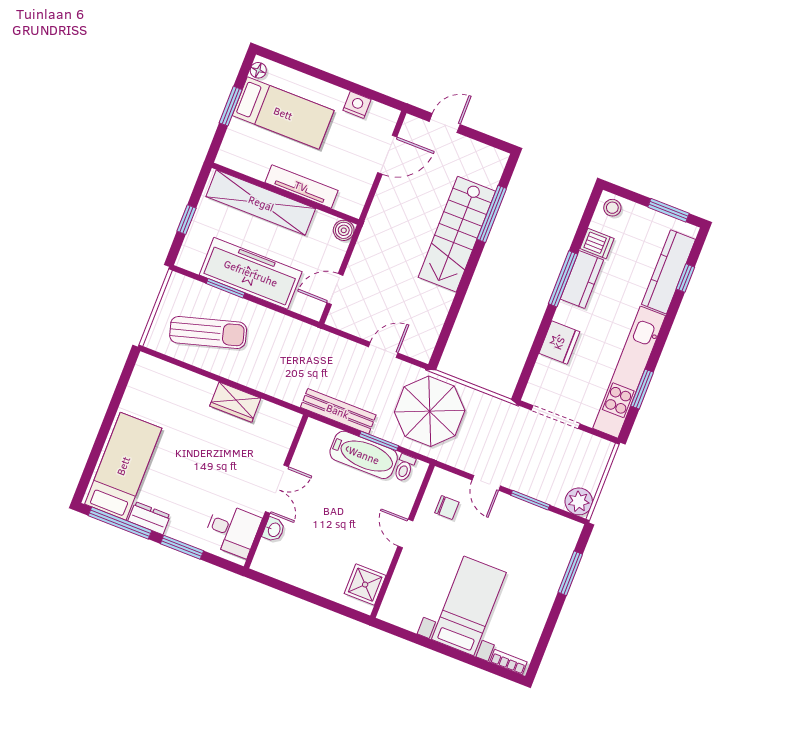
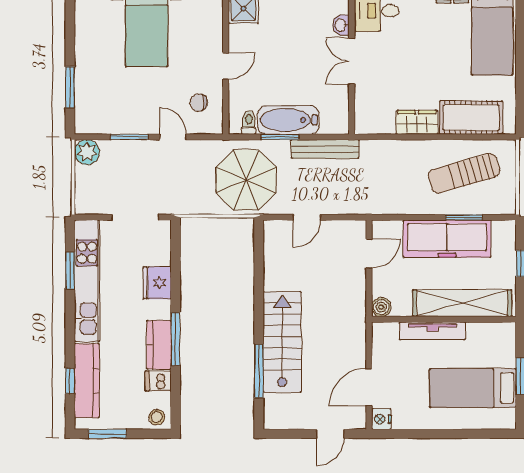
floor lamp: (258, 70) -> (509, 417), removed
nightstand: (357, 105) -> (381, 419), moved, turned 90
cot: (179, 386) -> (471, 118), added
door: (405, 534) -> (226, 66), hinge flipped

